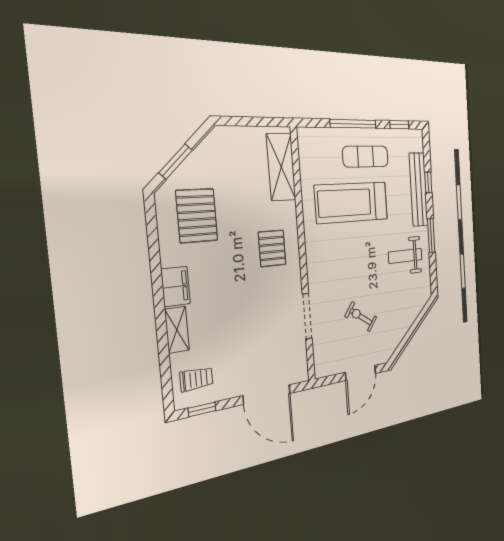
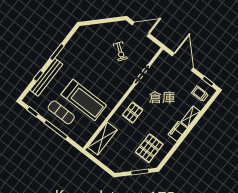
weight bench: (405, 256) -> (78, 56), removed

